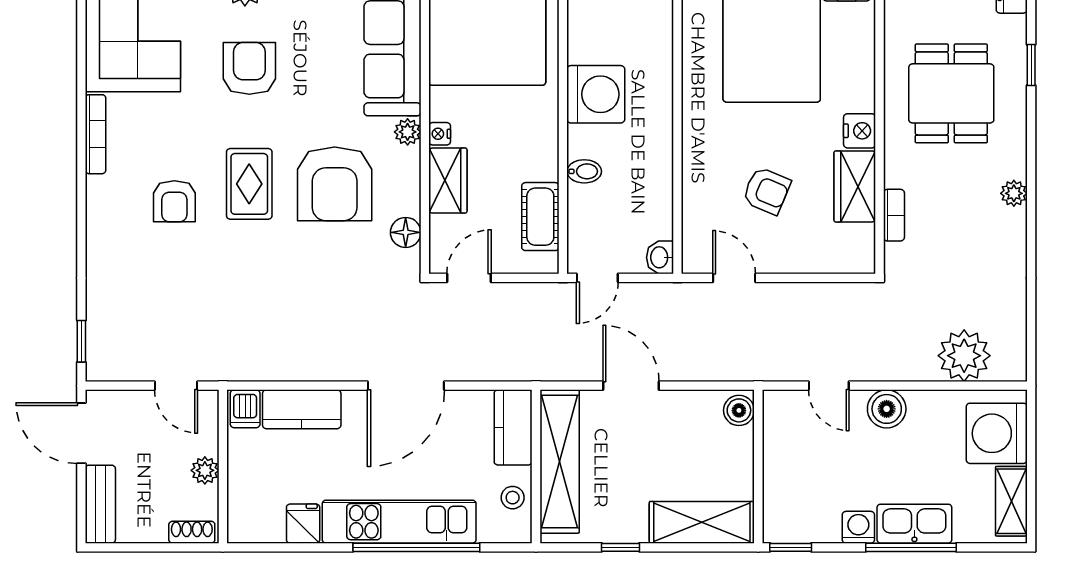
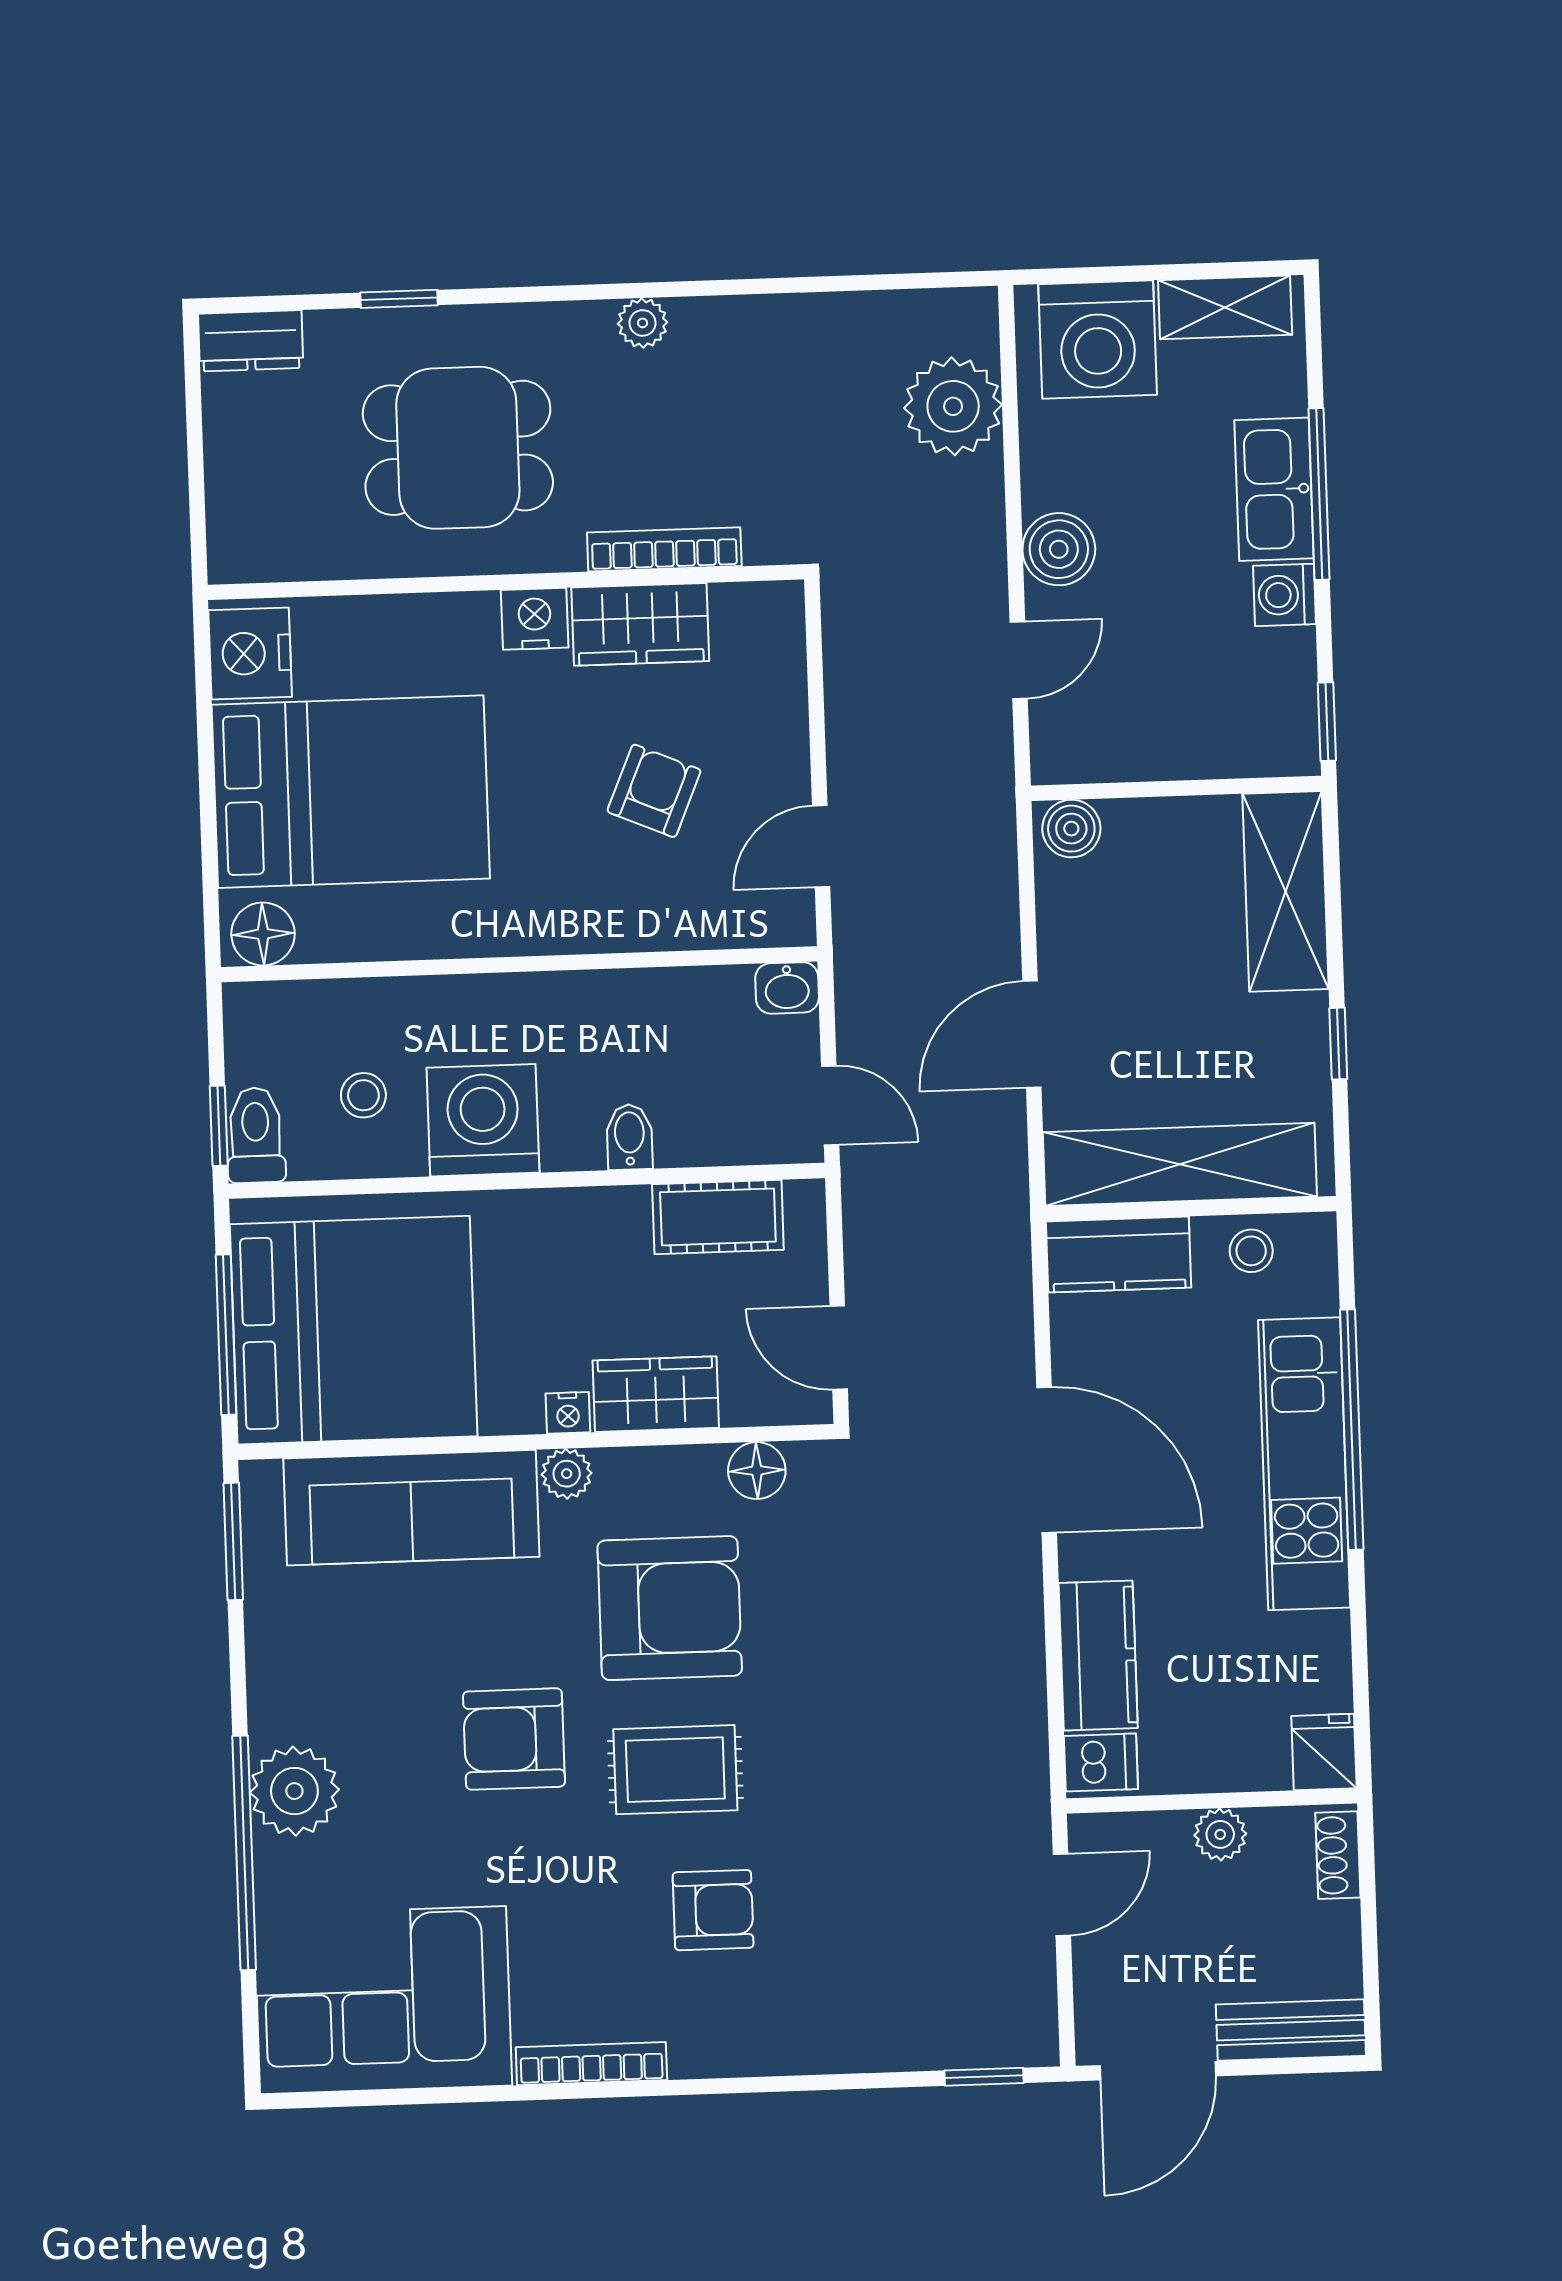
stool: (611, 32) -> (363, 1095), added
armchair: (249, 68) -> (514, 1739), moved
bookcase: (894, 215) -> (664, 549), width x1.56
fridge: (303, 524) -> (1324, 1752), moved, turned 90

